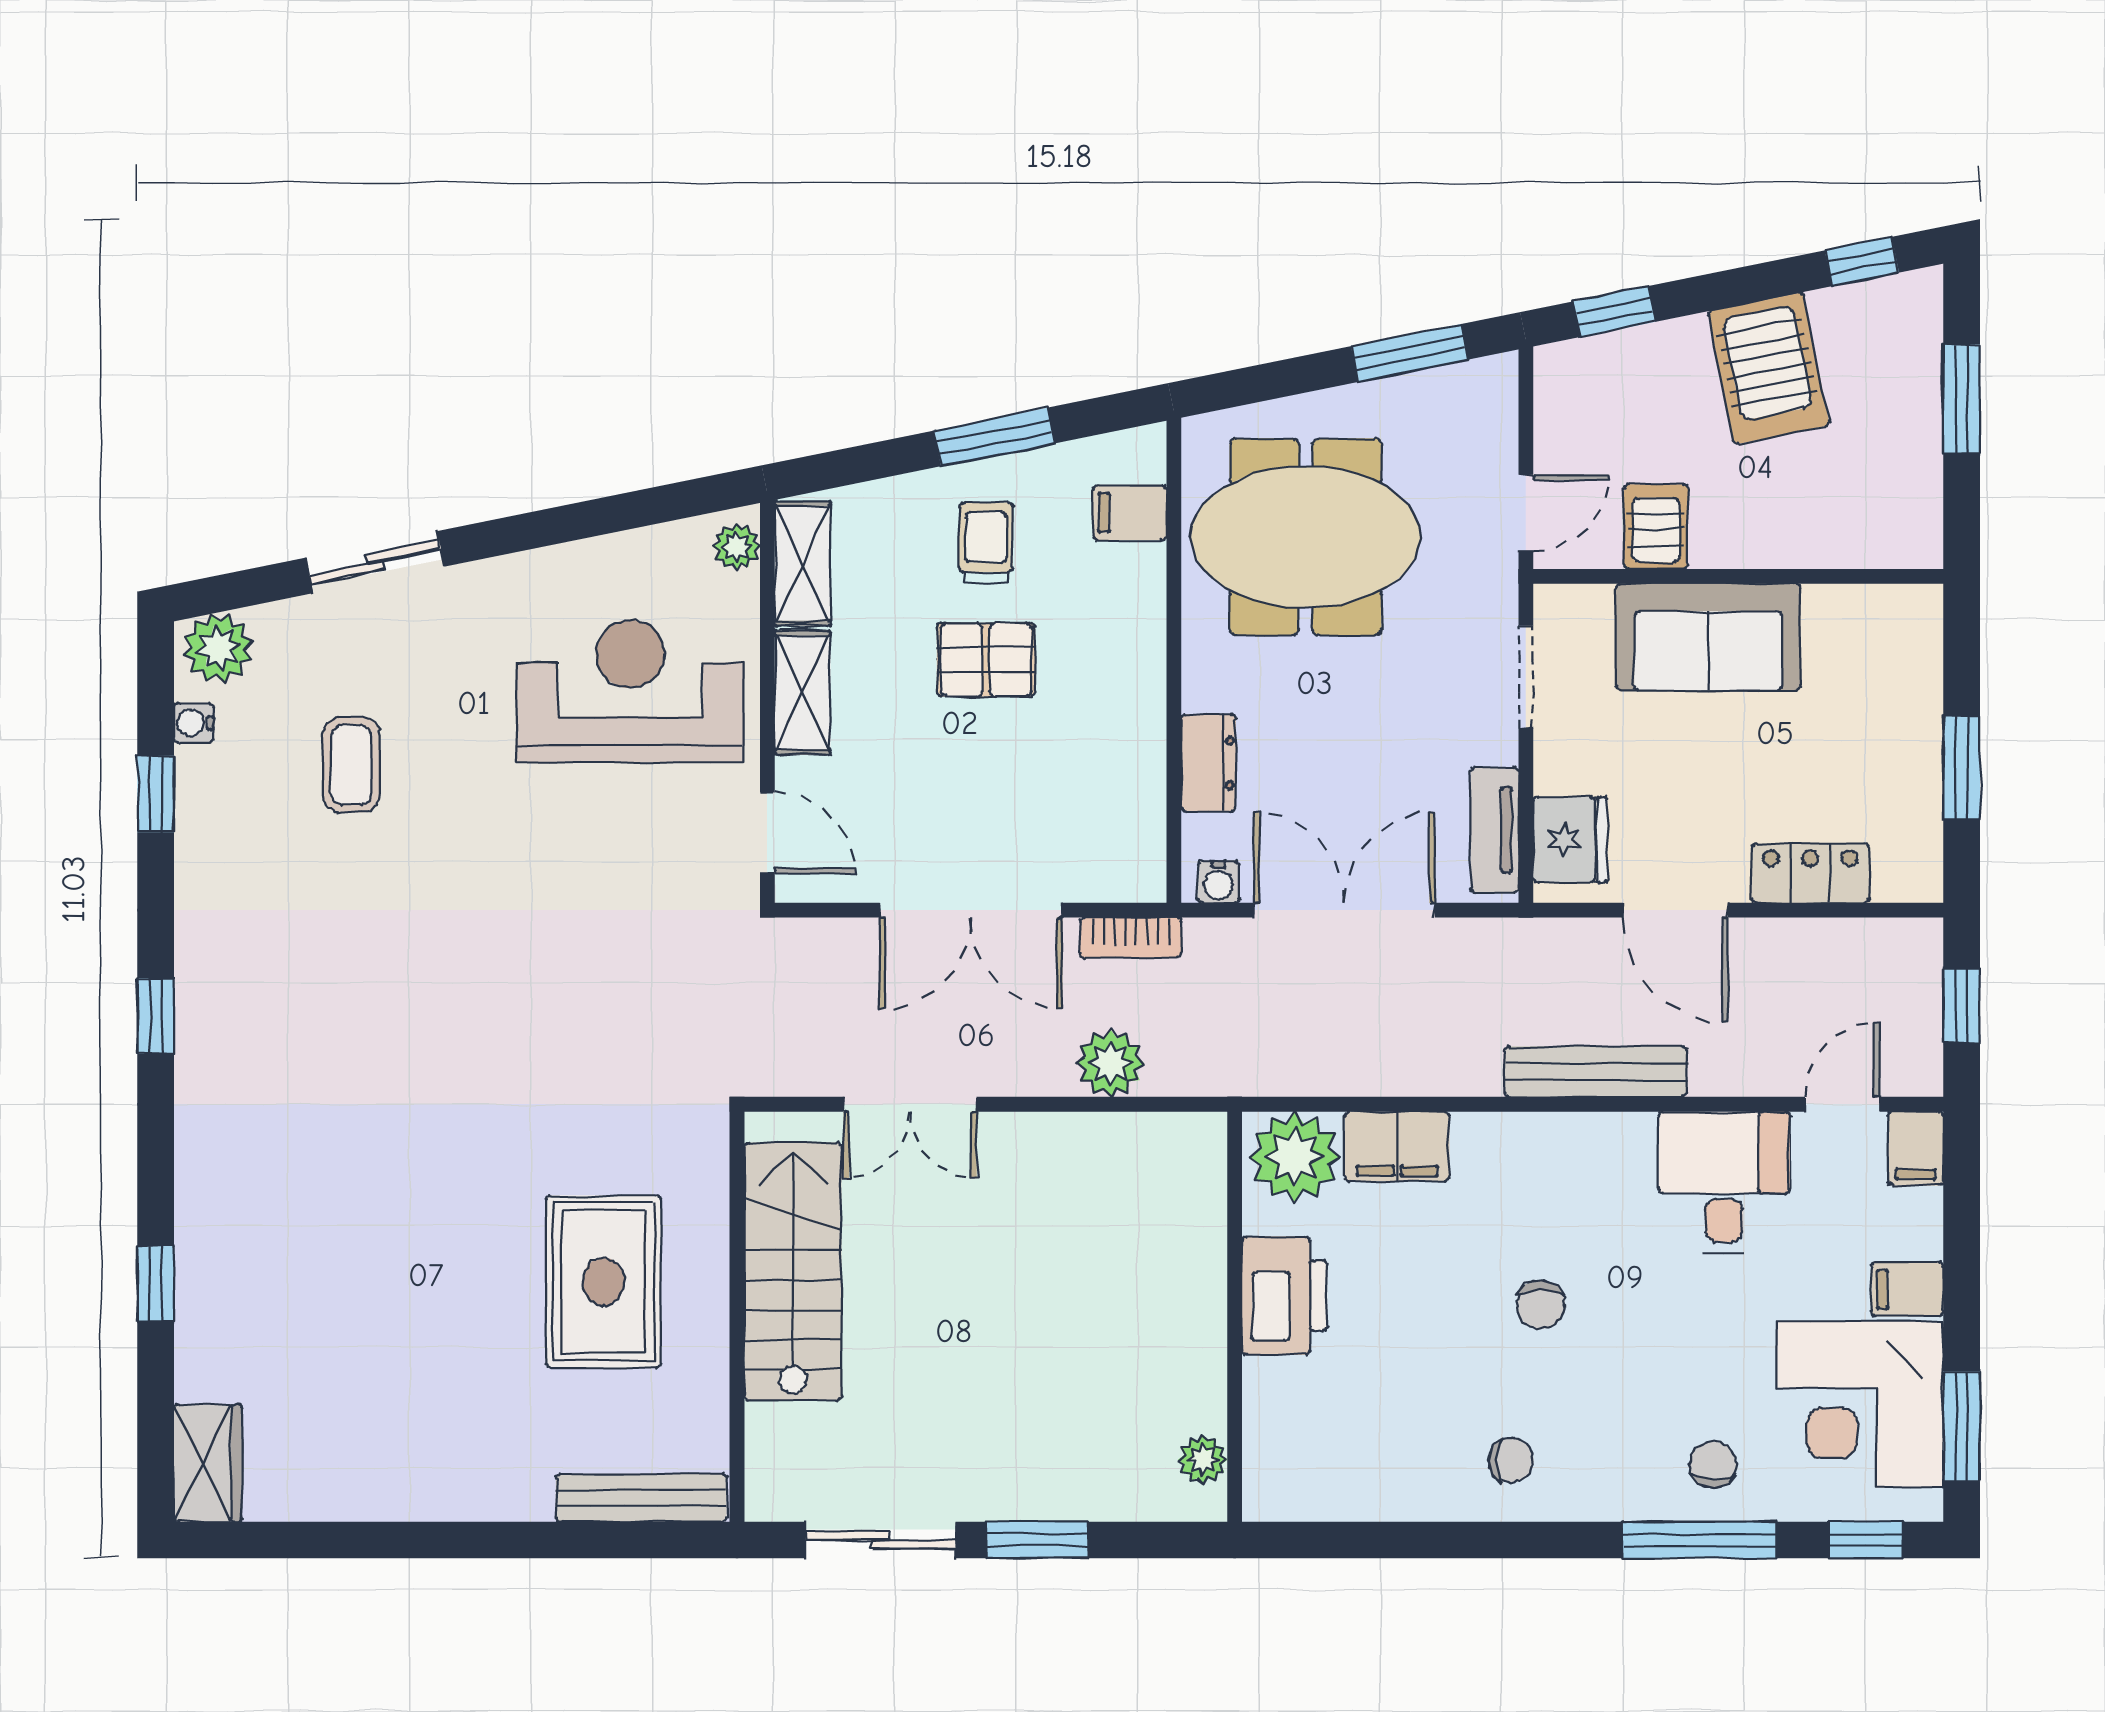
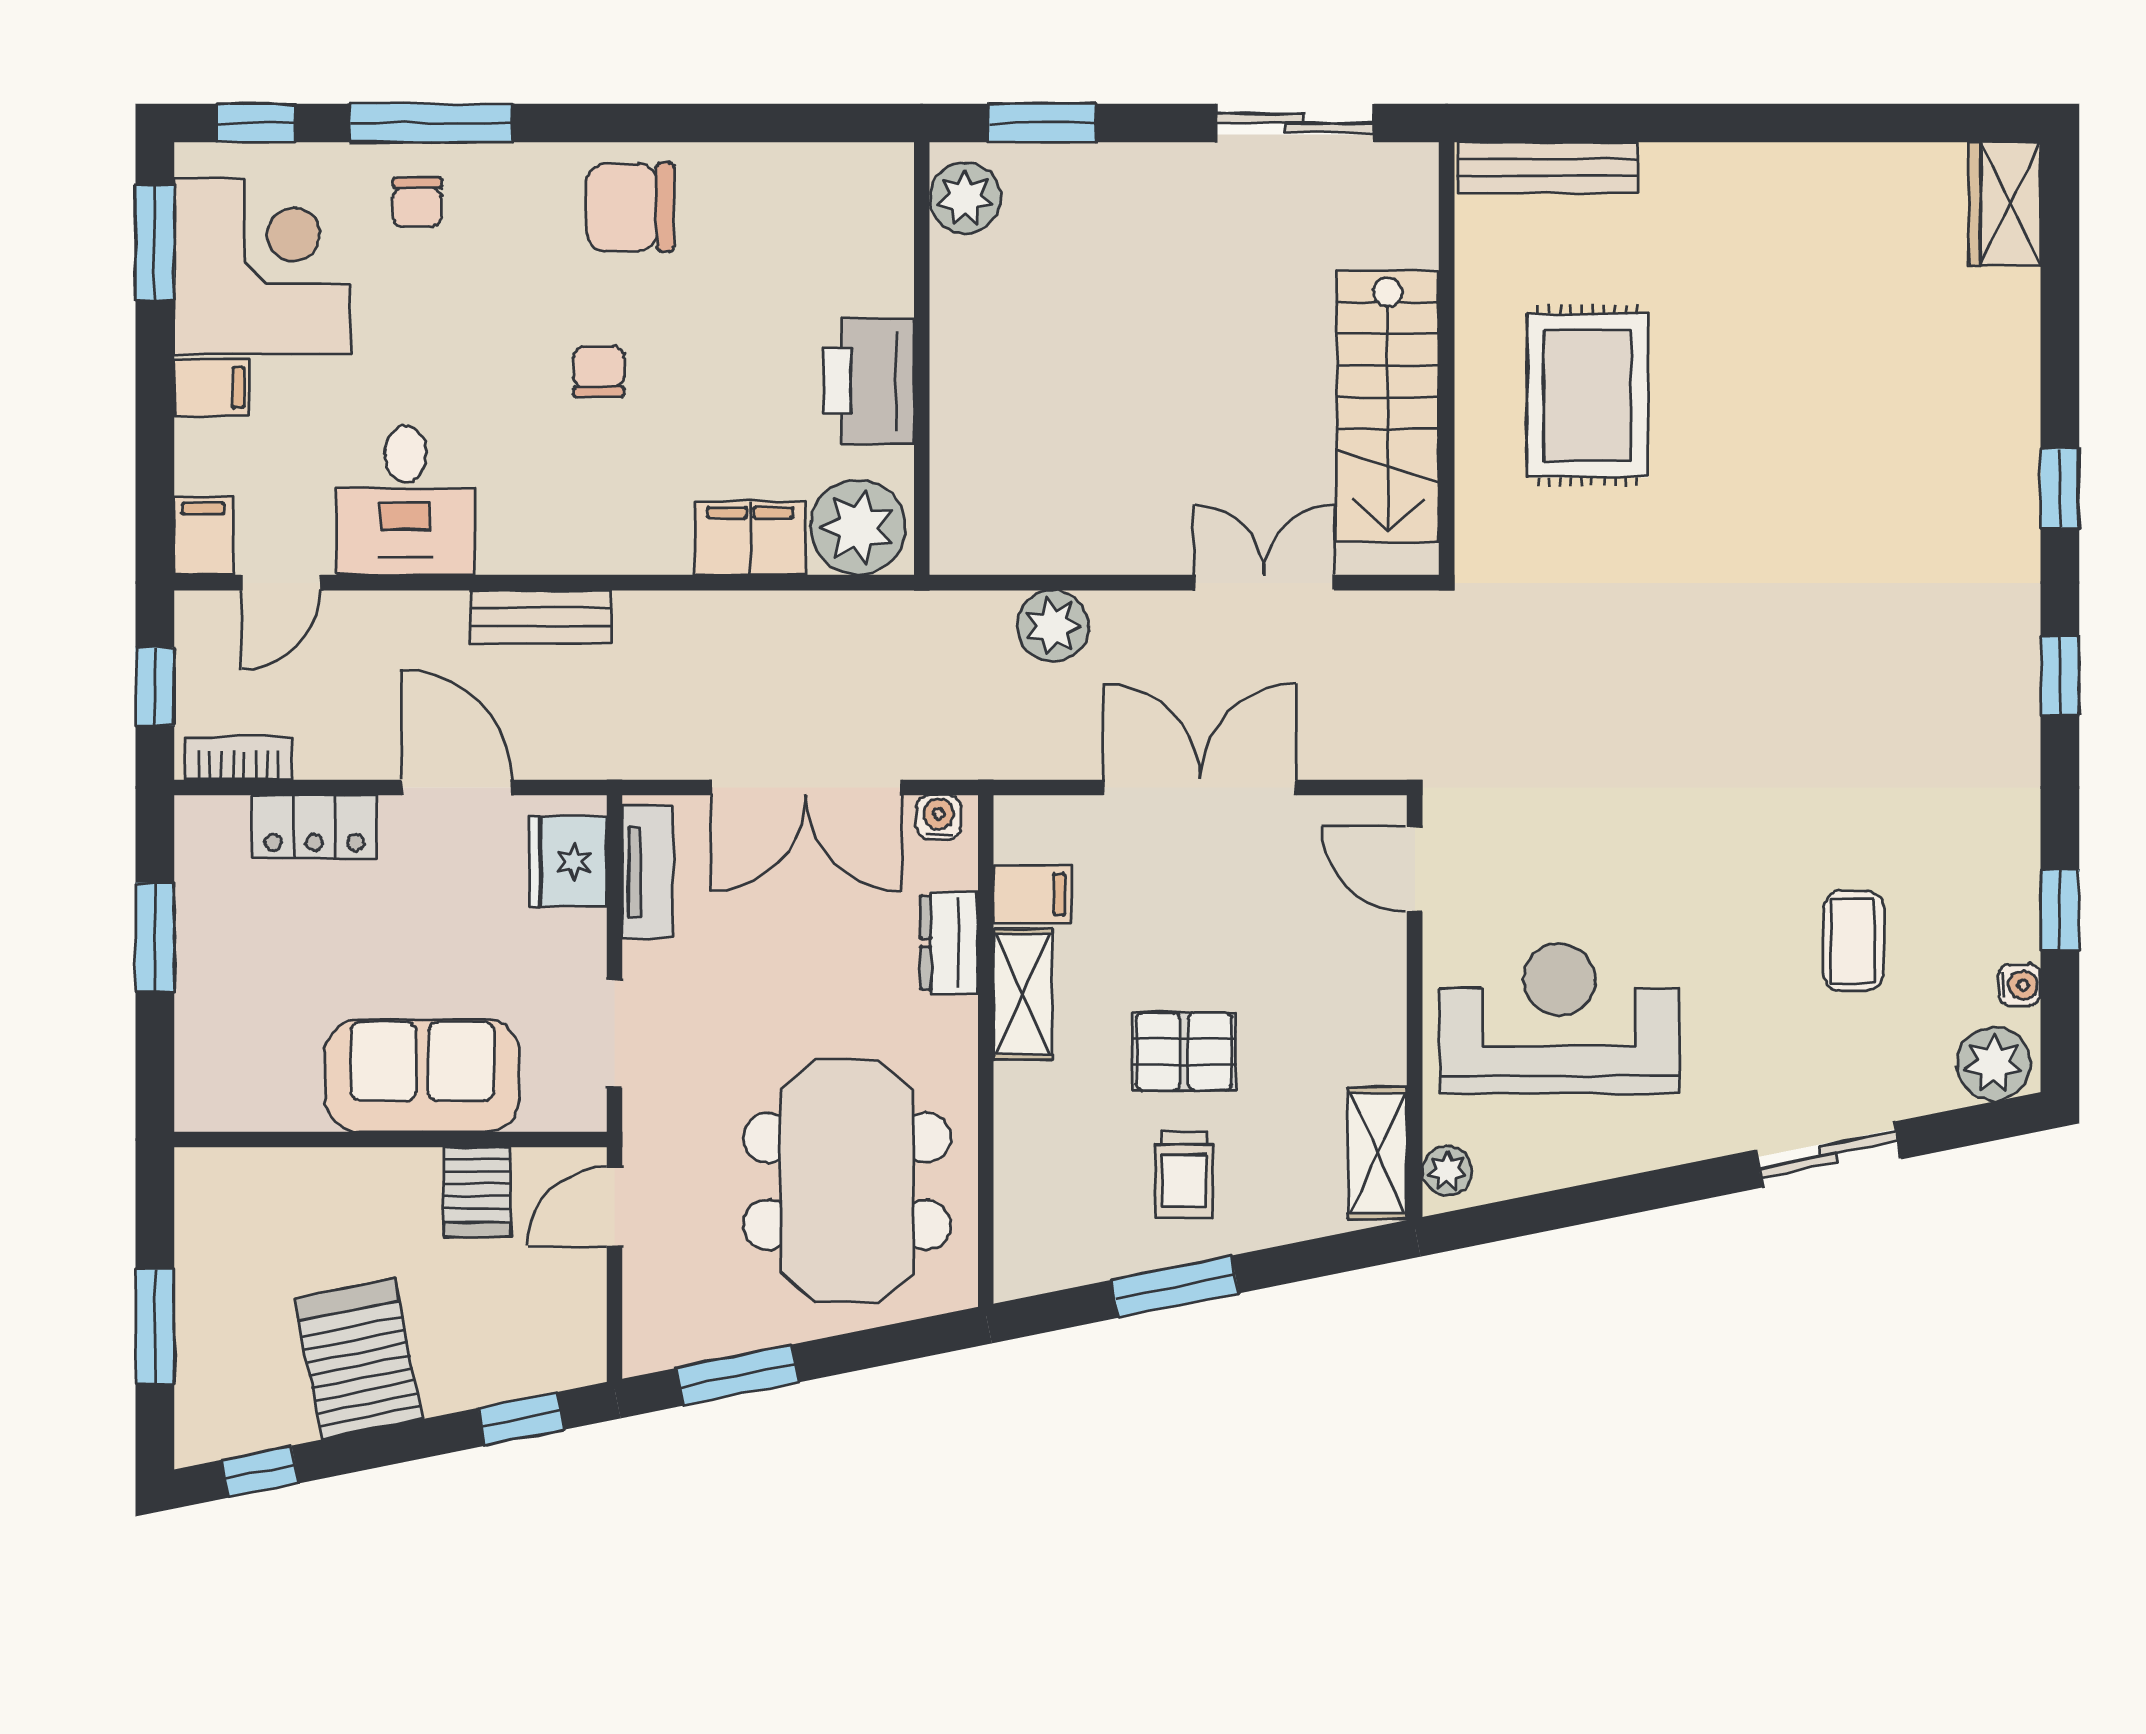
filing cabinet: (1130, 513) -> (1032, 895), moved
meeting table: (1306, 537) -> (847, 1181), turned 90
reception desk: (630, 691) -> (1559, 1019), turned 180
shelving: (802, 692) -> (1023, 994), moved
bookcase: (1131, 938) -> (239, 758), moved
bench: (1596, 1072) -> (541, 617), width x0.73
window: (156, 1284) -> (2060, 488), moved
plant: (1203, 1460) -> (965, 198), width x1.38, depth x1.38
chair: (1511, 1460) -> (630, 207), width x1.87, depth x1.87
window: (1037, 1540) -> (1042, 123), moved

